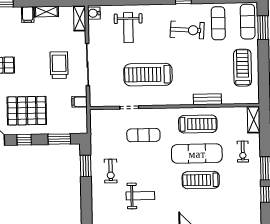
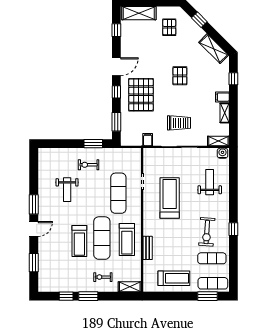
weight bench: (128, 28) -> (210, 182), turned 90
exercise mat: (143, 135) -> (118, 193), width x1.36, depth x1.45
treadmill: (201, 180) -> (79, 241), turned 180

